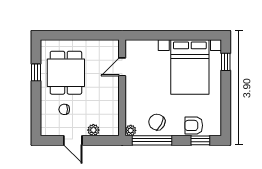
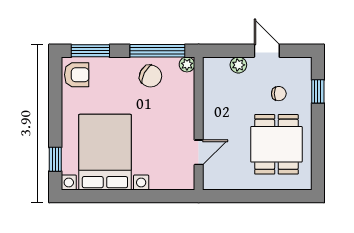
window: (36, 72) -> (318, 91), moved
armchair: (194, 125) -> (77, 75), moved
window: (200, 140) -> (90, 51), width x1.50

